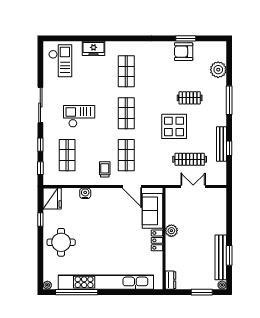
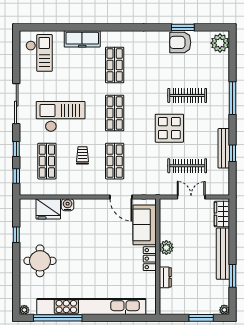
freezer: (93, 48) -> (82, 39), width x1.40
plant: (218, 70) -> (220, 43), moved
clothes rail: (190, 98) -> (187, 95), width x1.36
checkout: (79, 116) -> (61, 117), width x1.36, depth x1.21
trolley: (105, 169) -> (82, 155), moved
fridge: (52, 199) -> (48, 209), moved, turned 90
wardrobe: (220, 201) -> (222, 214), added
bench: (221, 257) -> (223, 254), moved
dresser: (170, 280) -> (165, 277), moved

